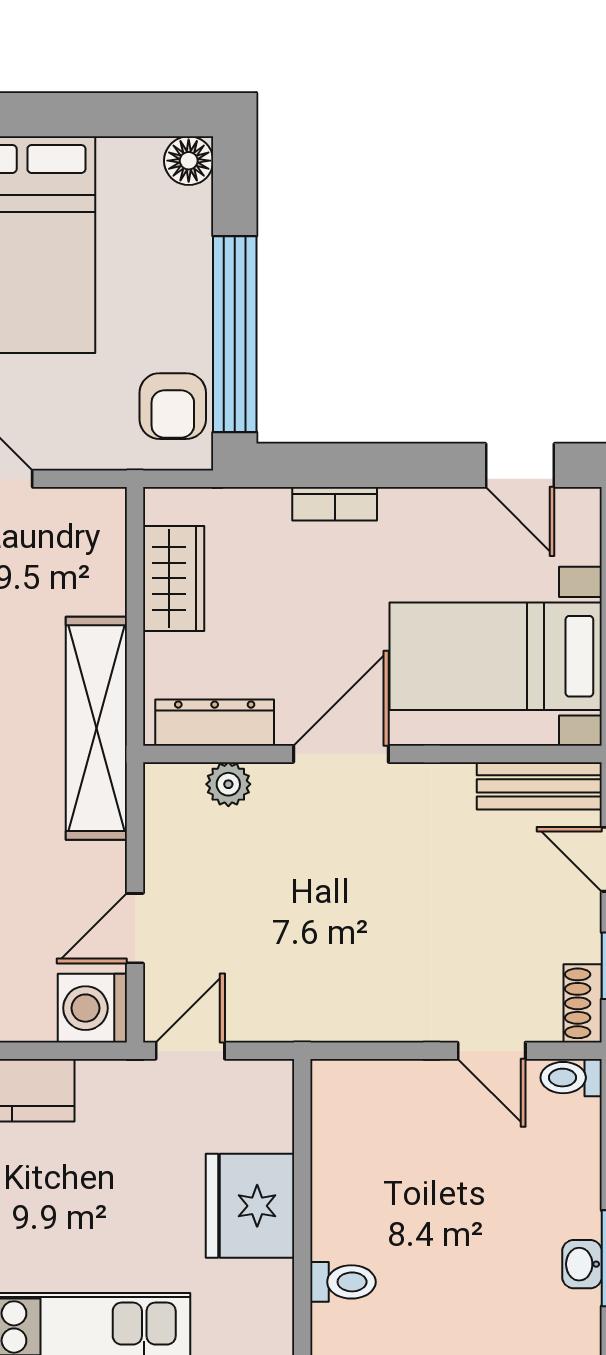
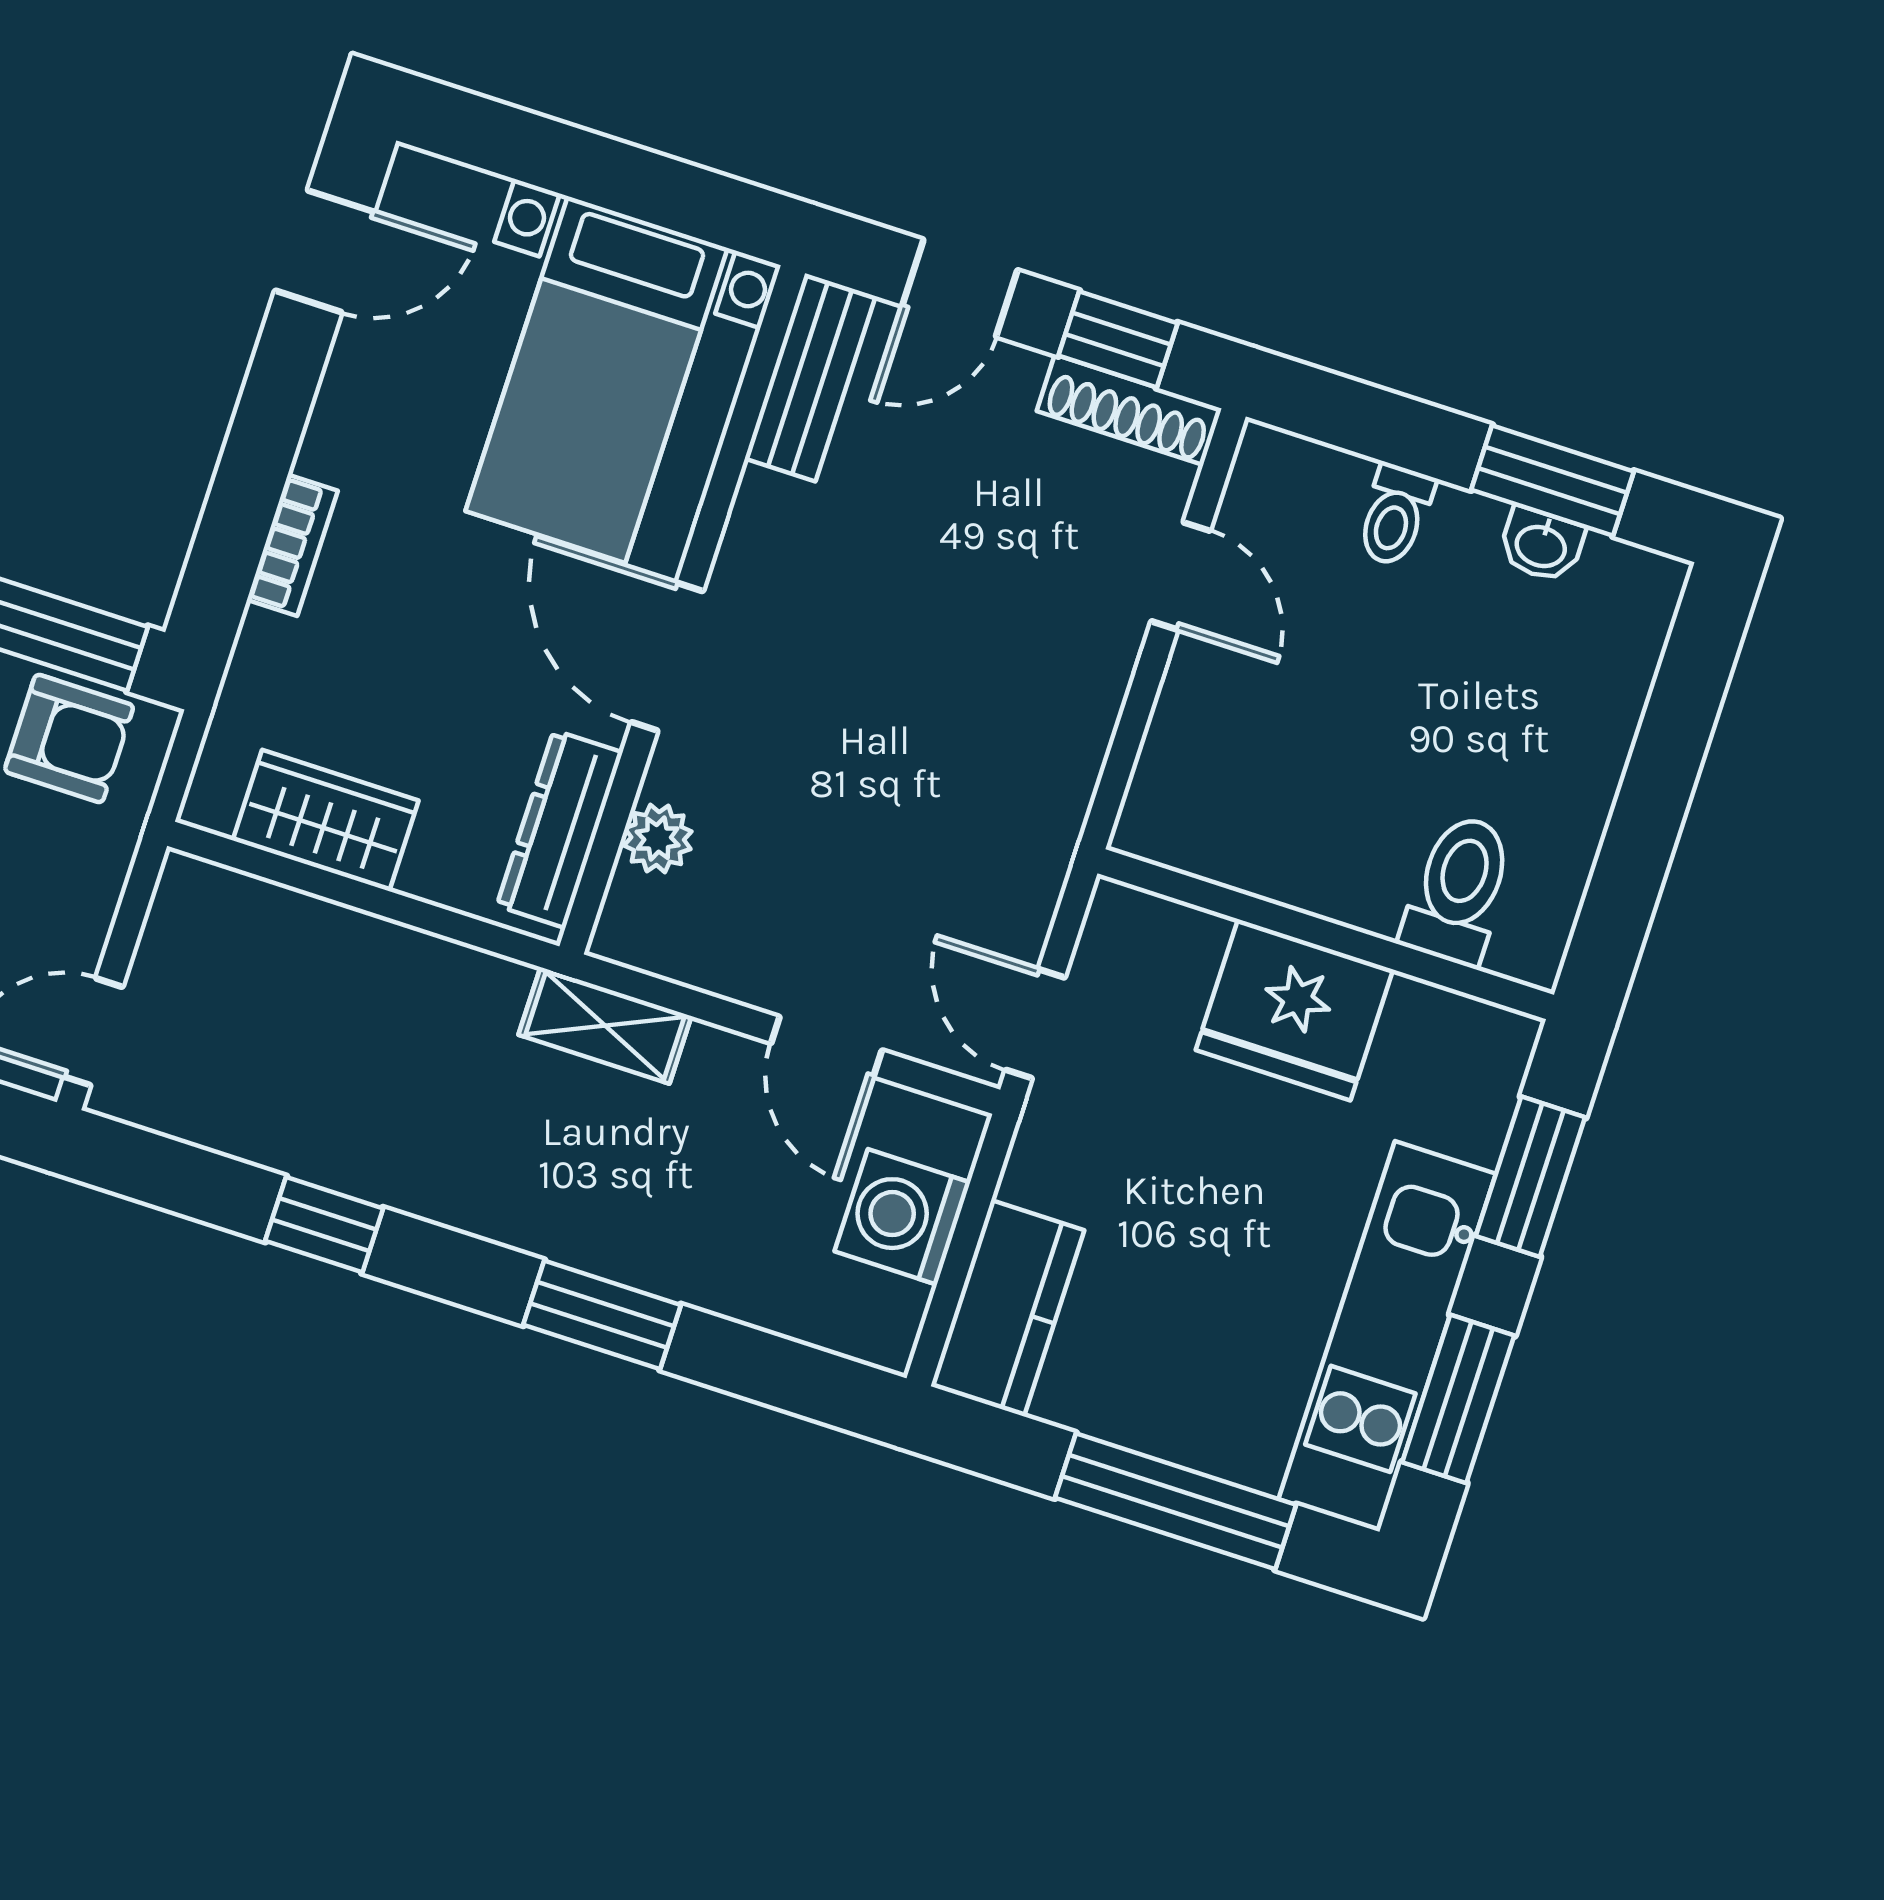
shelving: (96, 728) -> (605, 1025), width x0.45, depth x0.75
shoe rack: (583, 1003) -> (1129, 410), width x1.43
washing machine: (92, 1008) -> (902, 1217), moved, turned 90
door: (492, 1051) -> (1181, 576), hinge flipped
toilet: (571, 1078) -> (1395, 515), moved
toilet: (343, 1282) -> (1458, 890), width x1.37, depth x1.39

